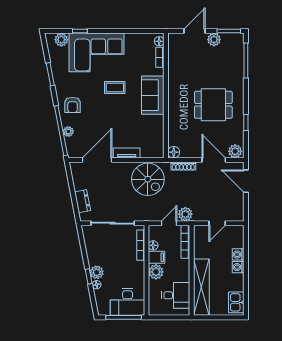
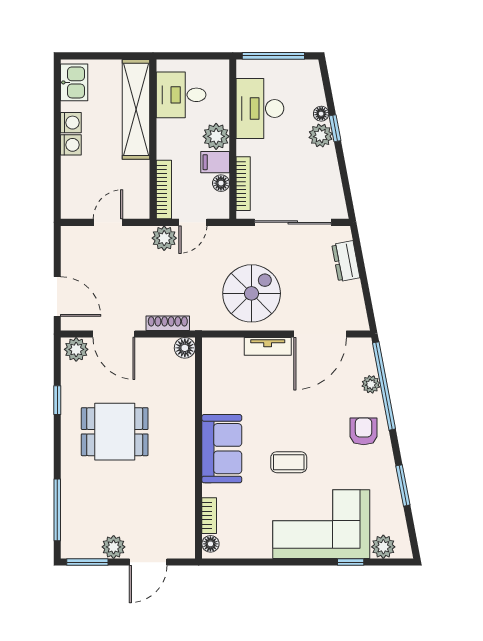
spiral stairs: (148, 179) -> (252, 293), moved, turned 90
washing machine: (238, 254) -> (71, 123), moved
desk: (128, 302) -> (260, 109), moved, turned -90

